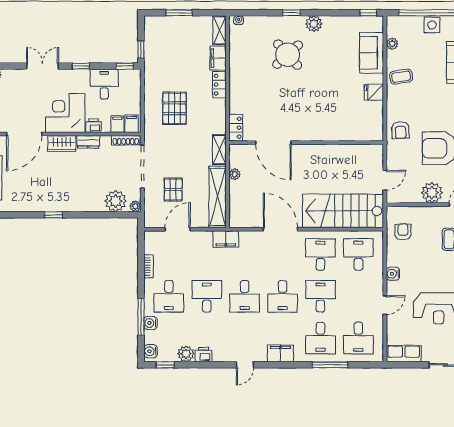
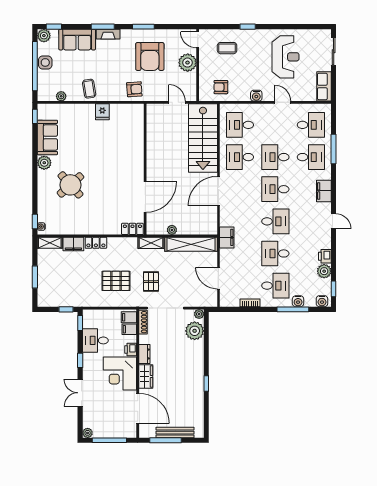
window: (292, 13) -> (35, 221), moved
sofa: (372, 53) -> (47, 137), moved, turned -90
pallet: (173, 189) -> (151, 282), moved, turned 90
desk: (283, 296) -> (275, 189), turned 180

